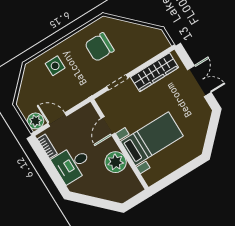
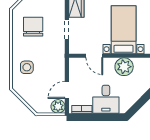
chair: (99, 47) -> (33, 27), turned 180

